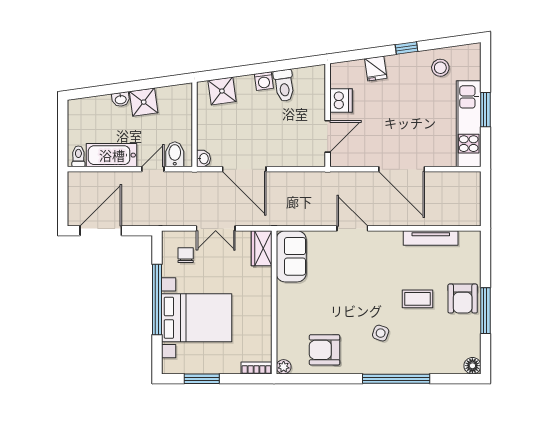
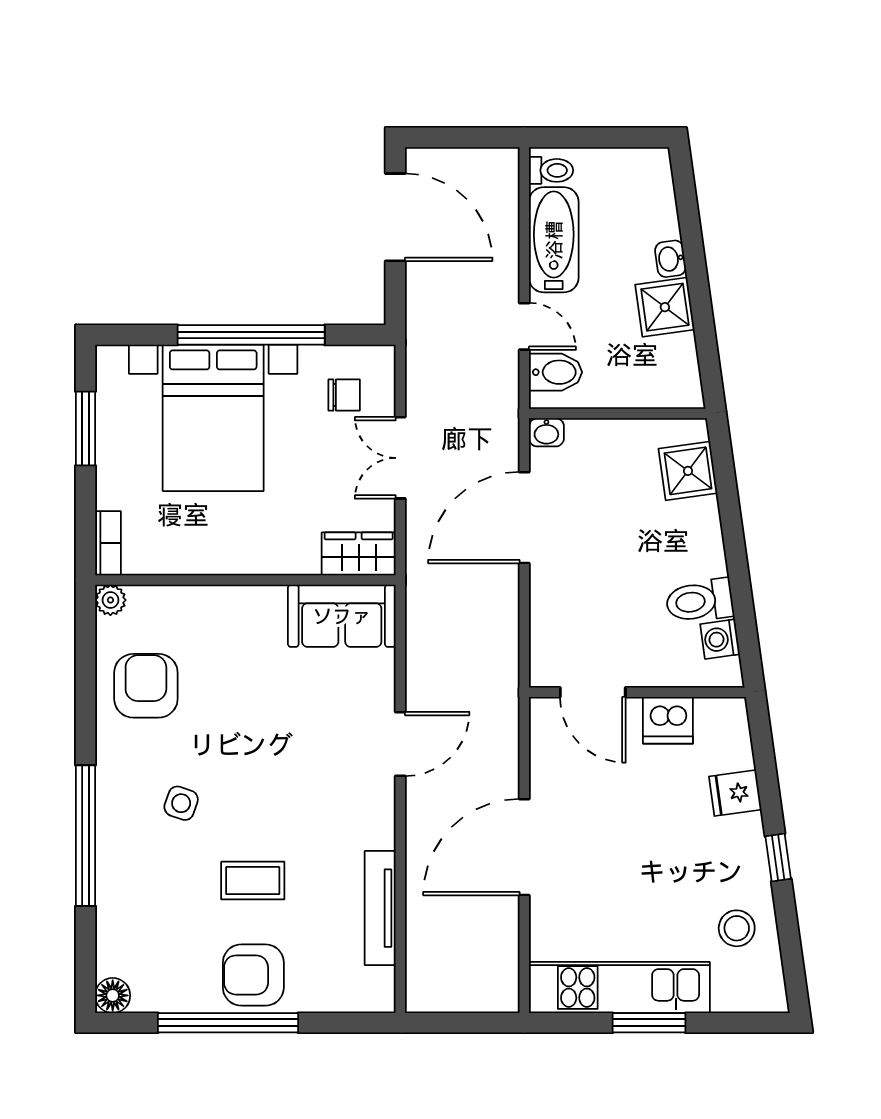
washing machine: (264, 81) -> (720, 639), moved
coffee table: (418, 299) -> (253, 881), turned 90
window: (485, 311) -> (228, 1023), width x1.46

